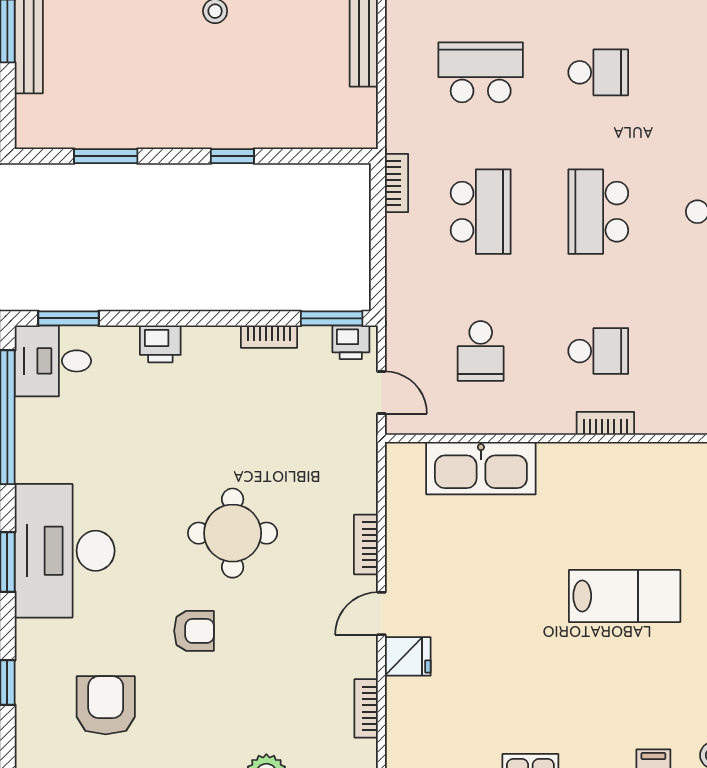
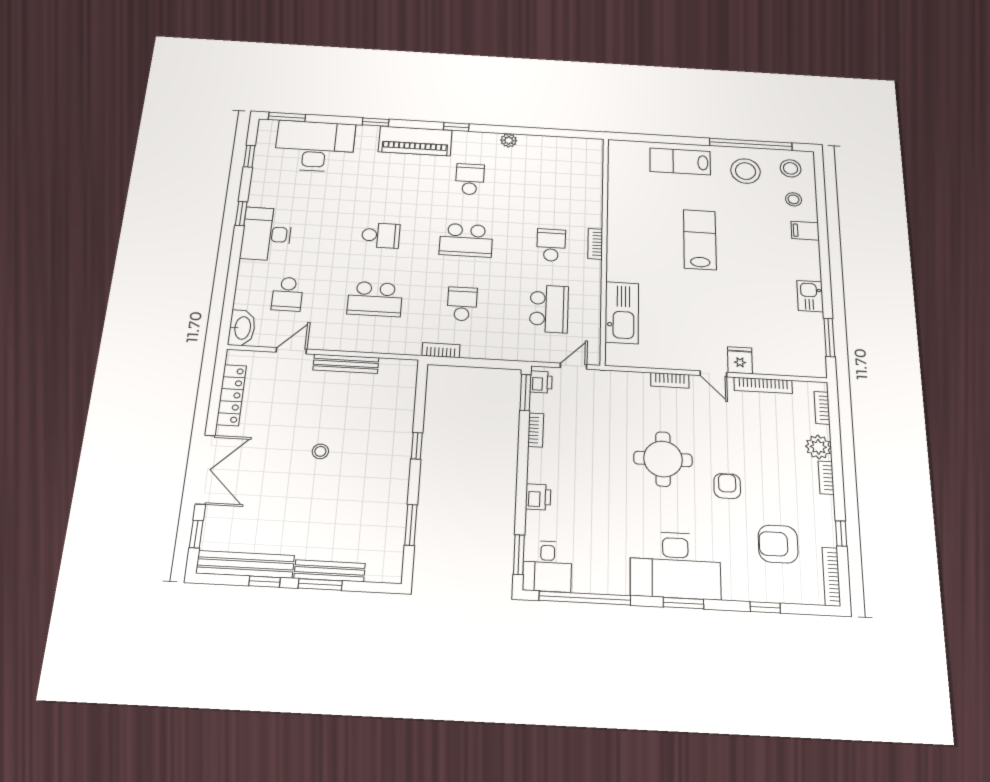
school desk: (481, 72) -> (375, 299), turned -90
school desk: (598, 72) -> (381, 235), turned 90
school desk: (481, 212) -> (462, 304), width x0.54
school desk: (481, 351) -> (549, 309), width x1.85
bookcase: (366, 708) -> (763, 385), width x1.56

